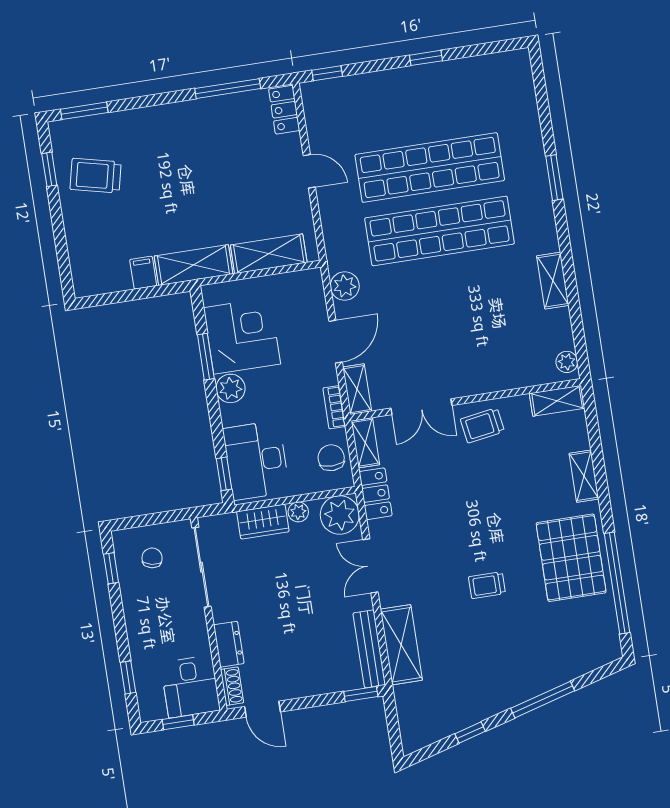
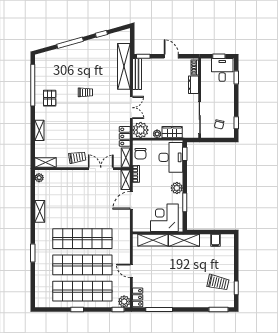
shop shelf: (420, 104) -> (82, 291), added
filing cabinet: (143, 273) -> (215, 240), moved
plant: (345, 286) -> (124, 301), moved
corner desk: (242, 336) -> (164, 218), moved, turned 90
pallet: (571, 558) -> (50, 98), width x0.49, depth x0.50
shelving: (401, 645) -> (124, 66), width x1.47
desk: (190, 687) -> (222, 70), moved
door: (262, 709) -> (171, 56), moved

